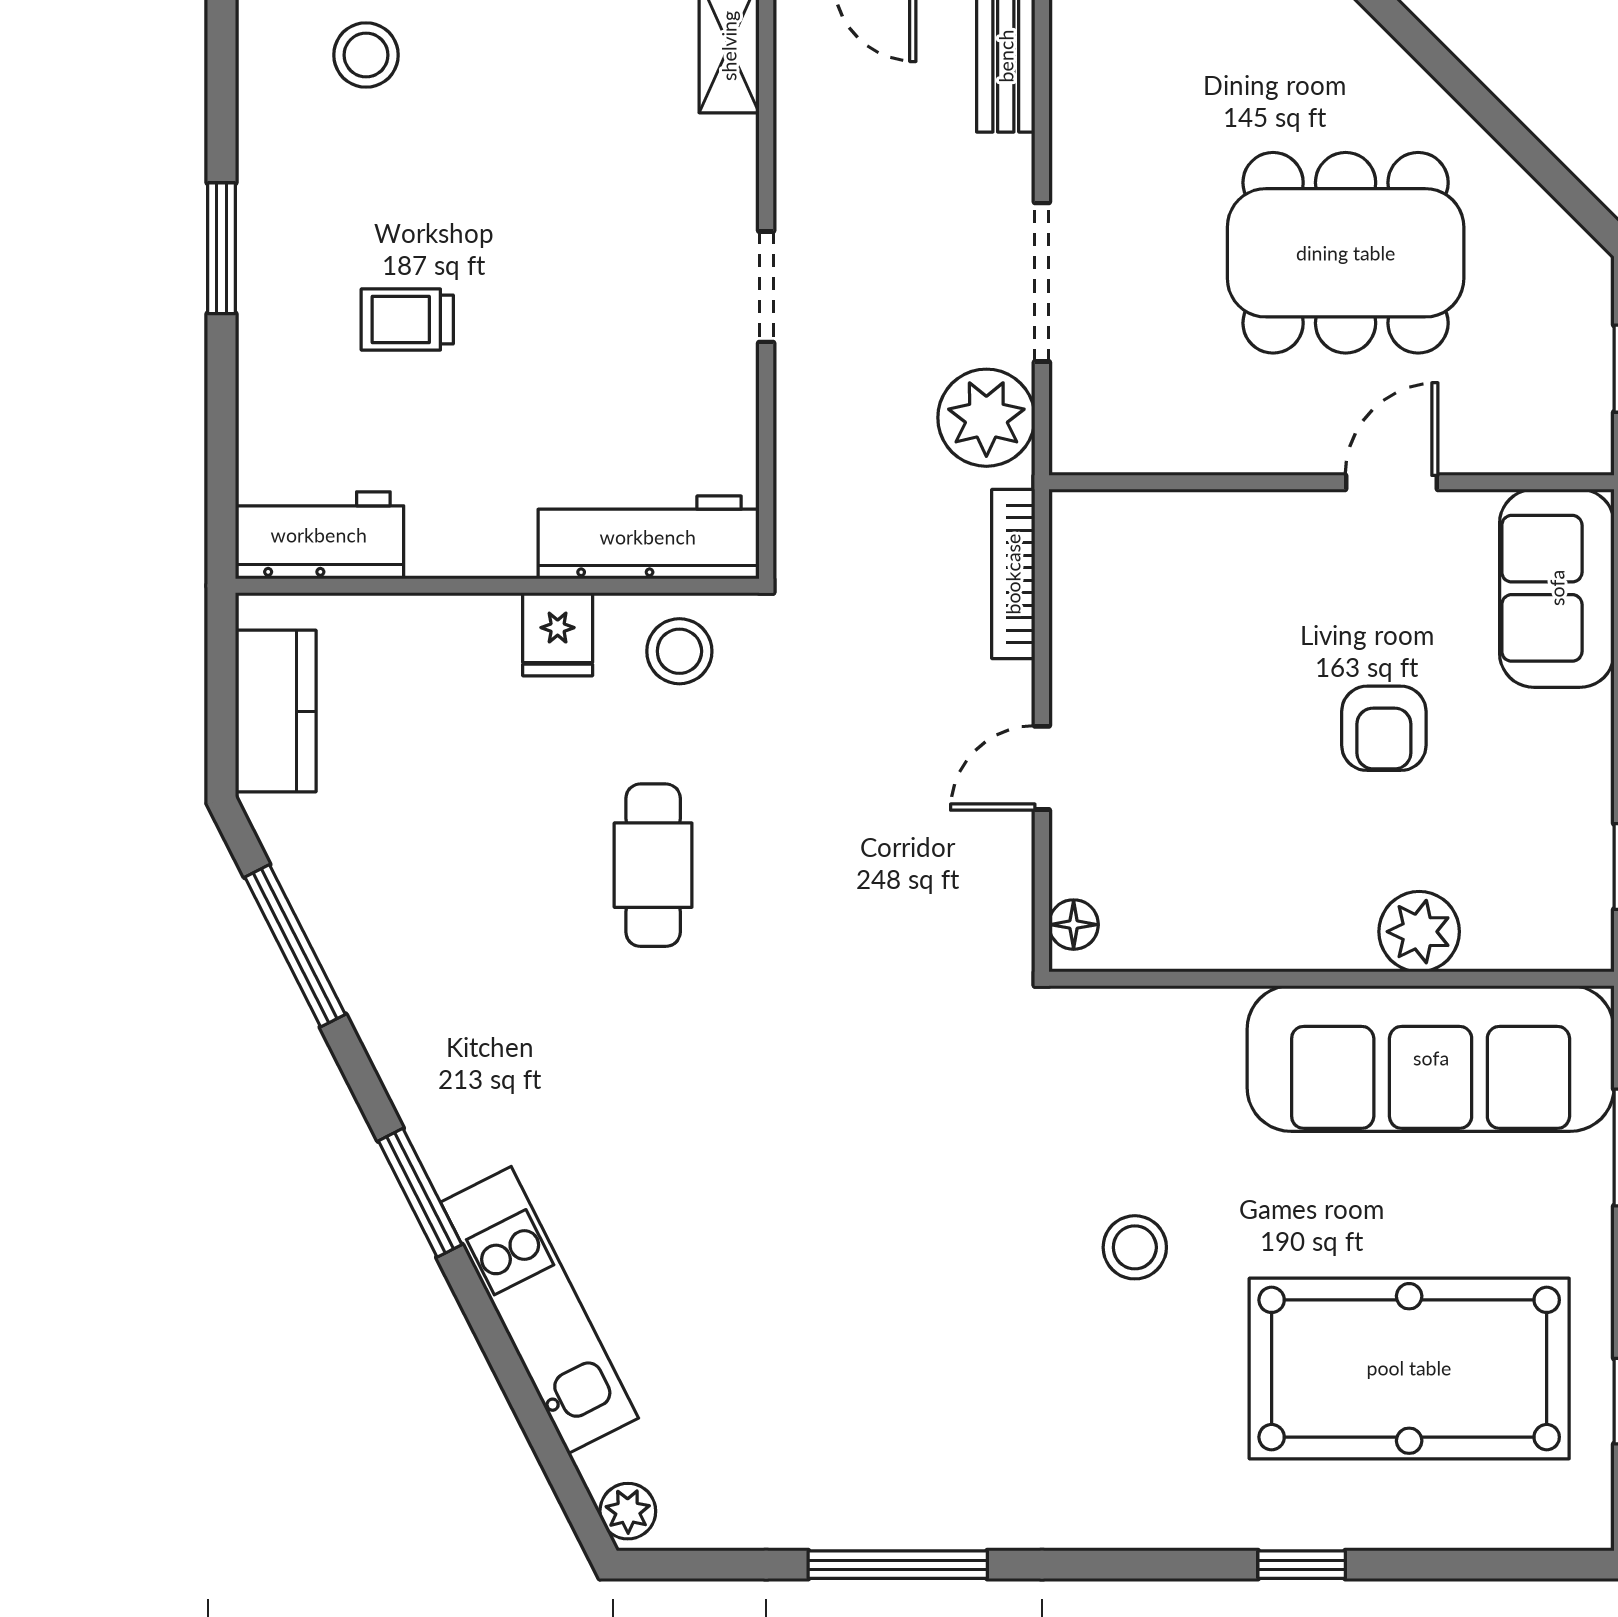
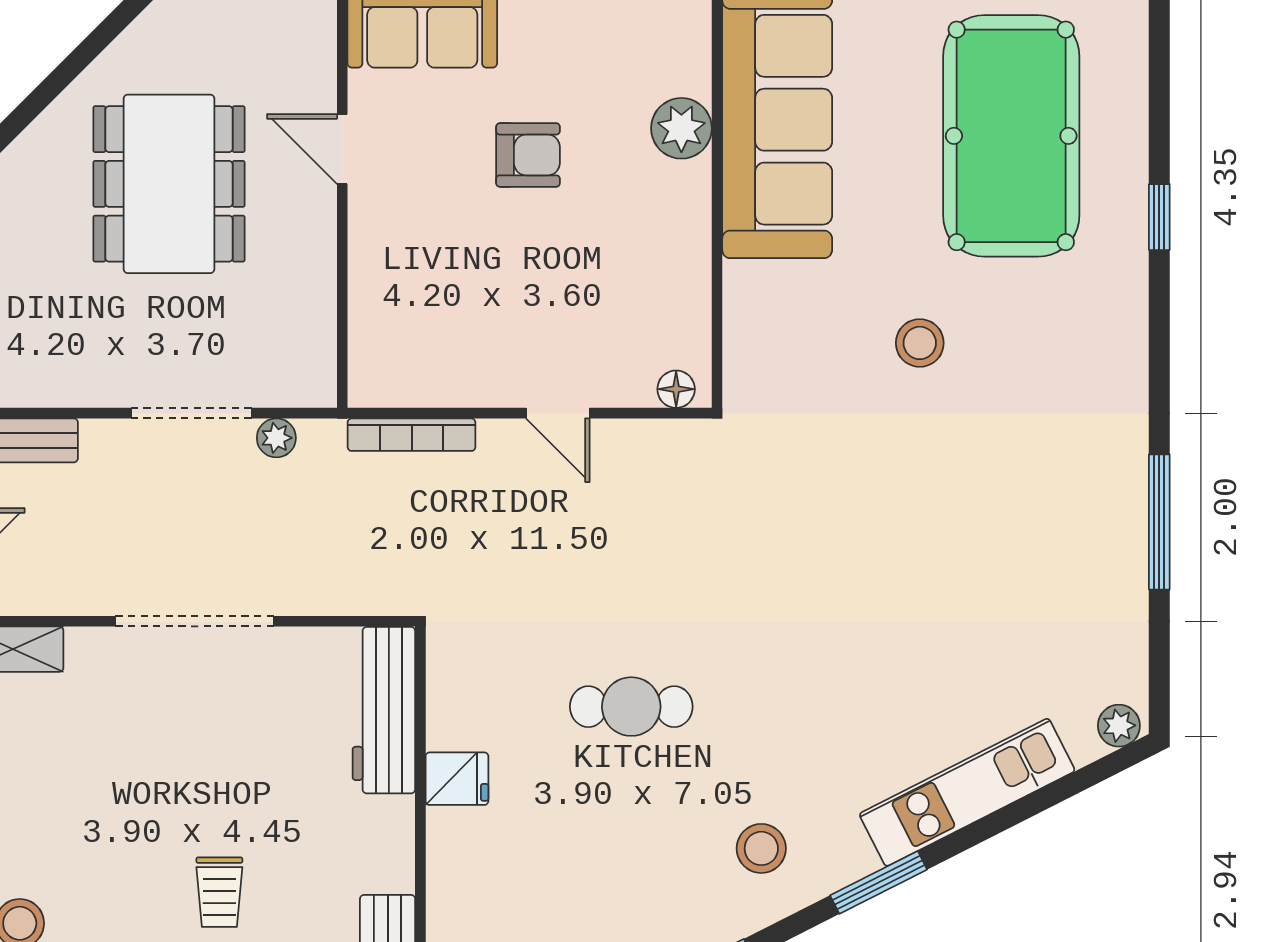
doorway: (766, 287) -> (195, 621), width x1.87
plant: (986, 418) -> (276, 438), width x0.53, depth x0.53
stool: (679, 651) -> (761, 848), moved

